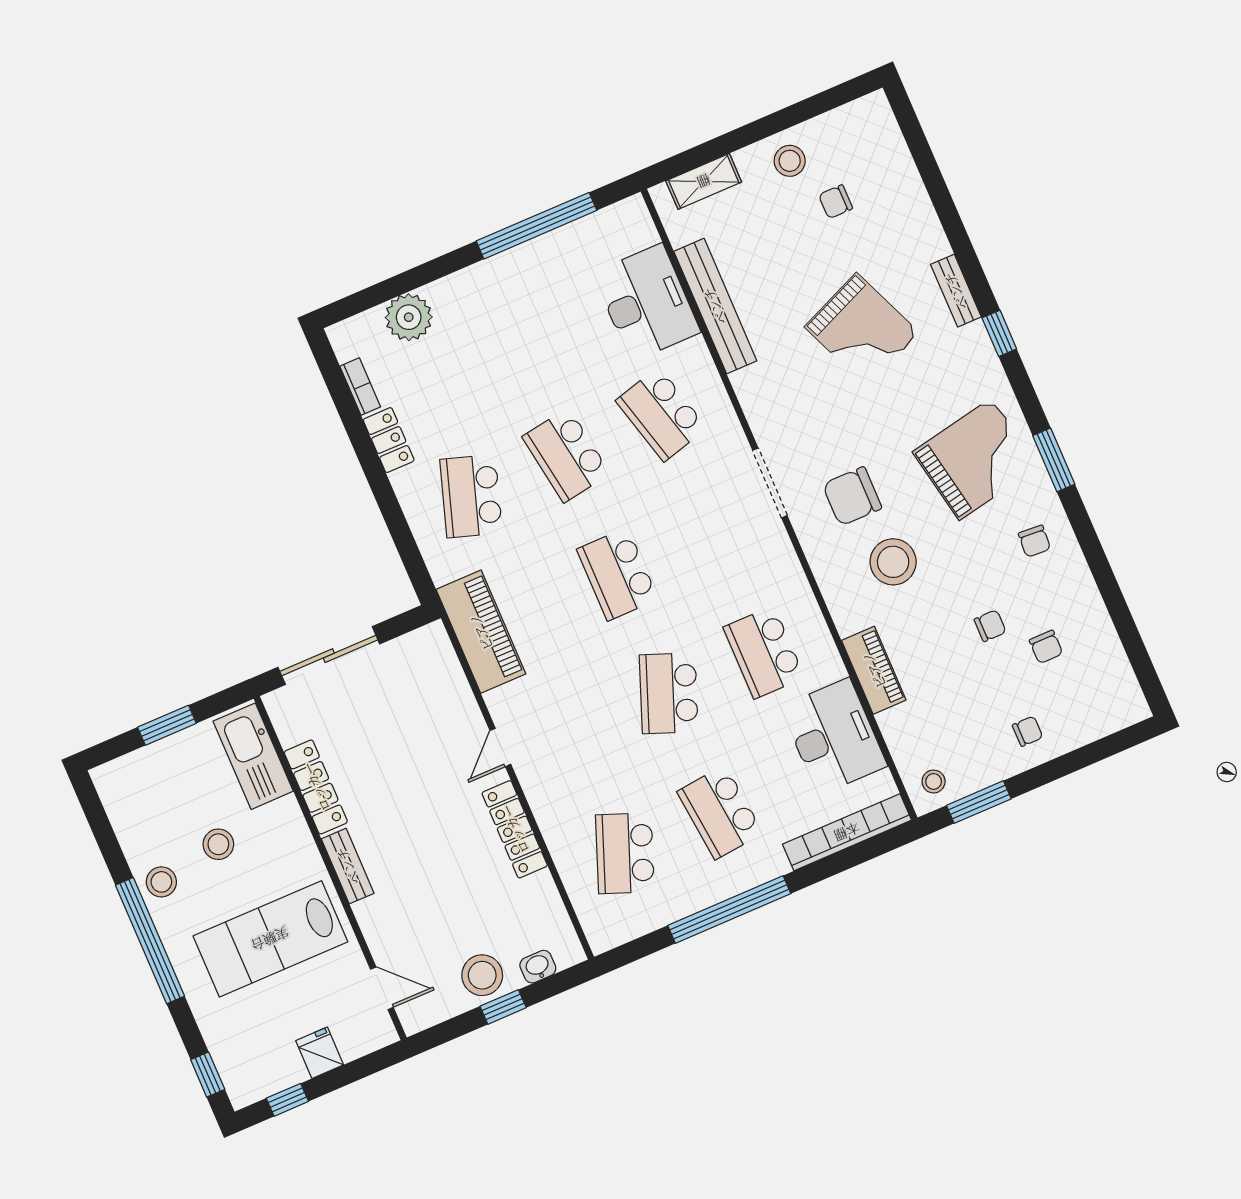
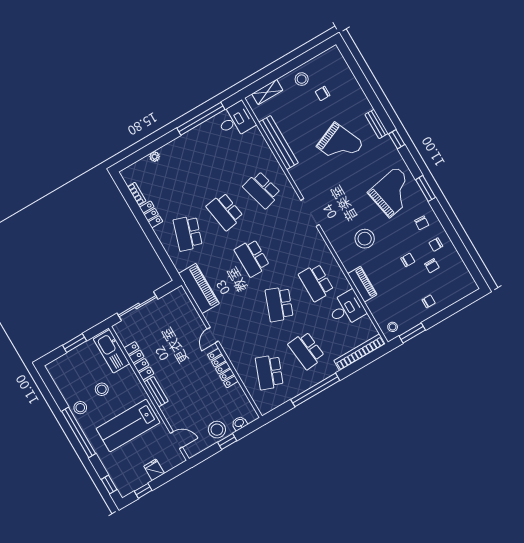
desk: (647, 303) -> (236, 120), moved, width x0.73
plant: (409, 317) -> (155, 157), width x0.53, depth x0.53
chair: (852, 496) -> (436, 245), moved, width x0.54, depth x0.54
desk: (834, 737) -> (346, 309), width x0.73

